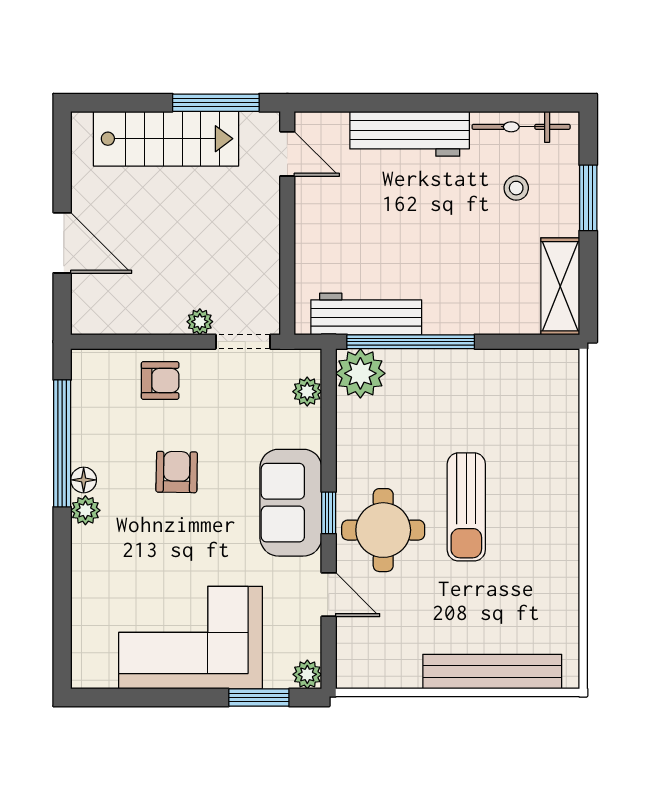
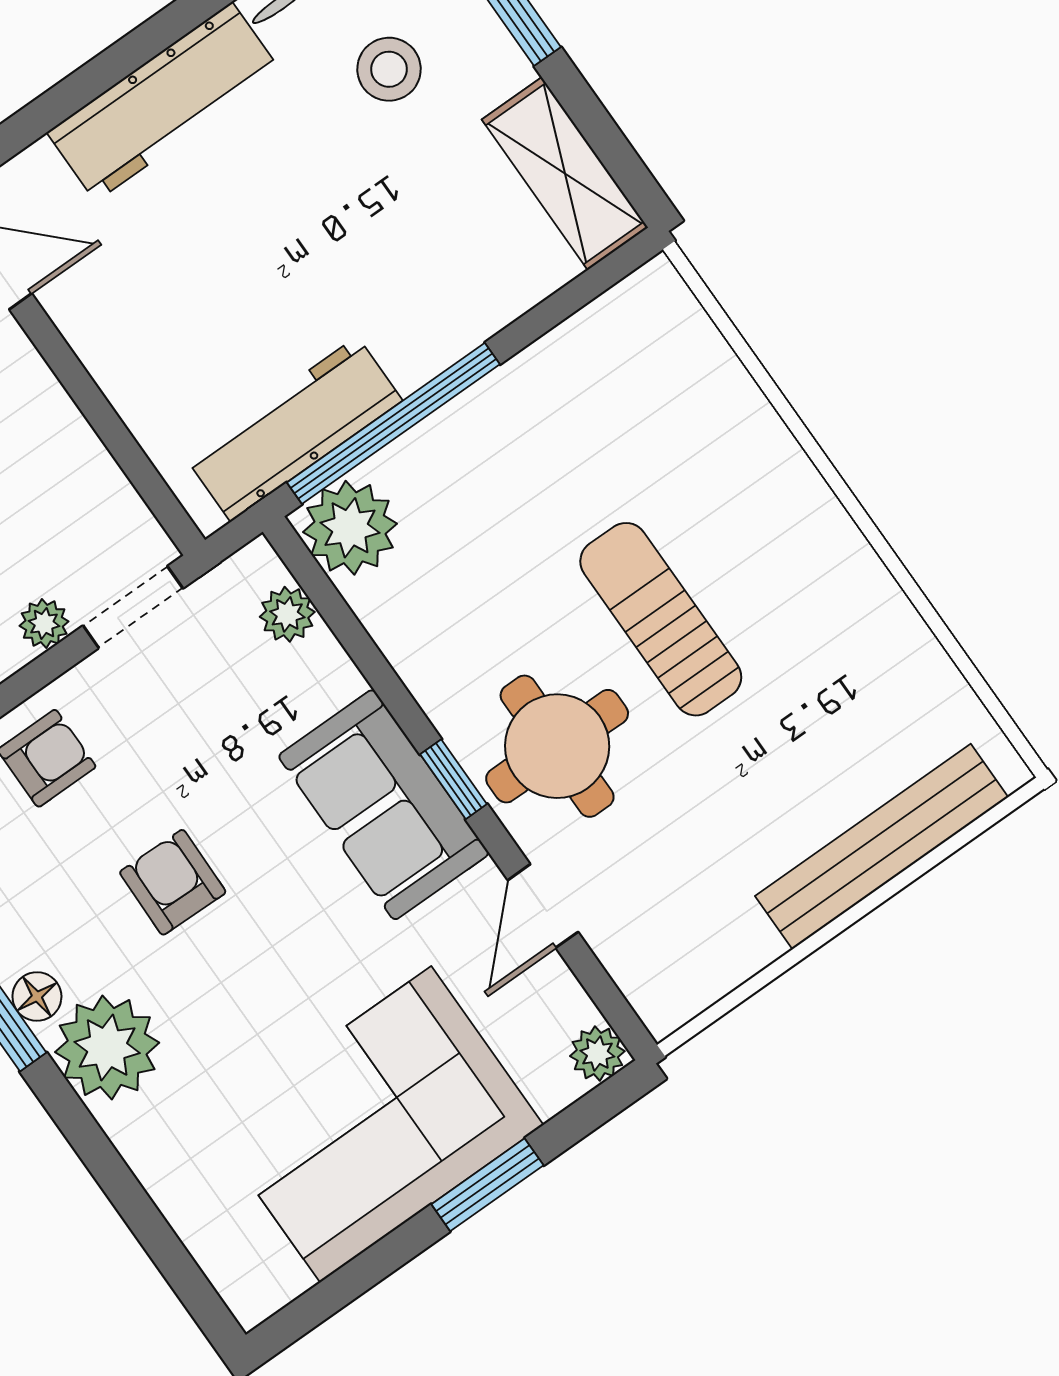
stool: (516, 188) -> (389, 69), width x1.37, depth x1.37
sun lounger: (466, 507) -> (661, 619), turned 180
plant: (85, 510) -> (107, 1047), width x1.87, depth x1.87
door: (329, 595) -> (543, 906), swing flipped
window: (259, 697) -> (487, 1185), moved

